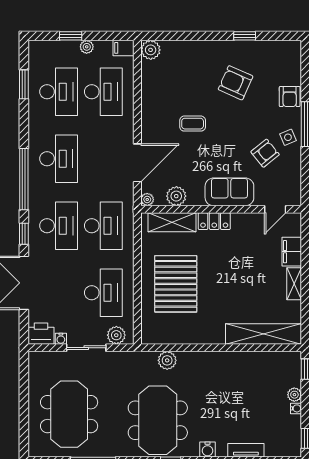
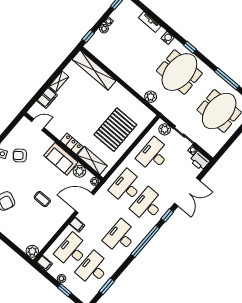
filing cabinet: (124, 129) -> (77, 225), added
sofa: (229, 192) -> (61, 159), moved

